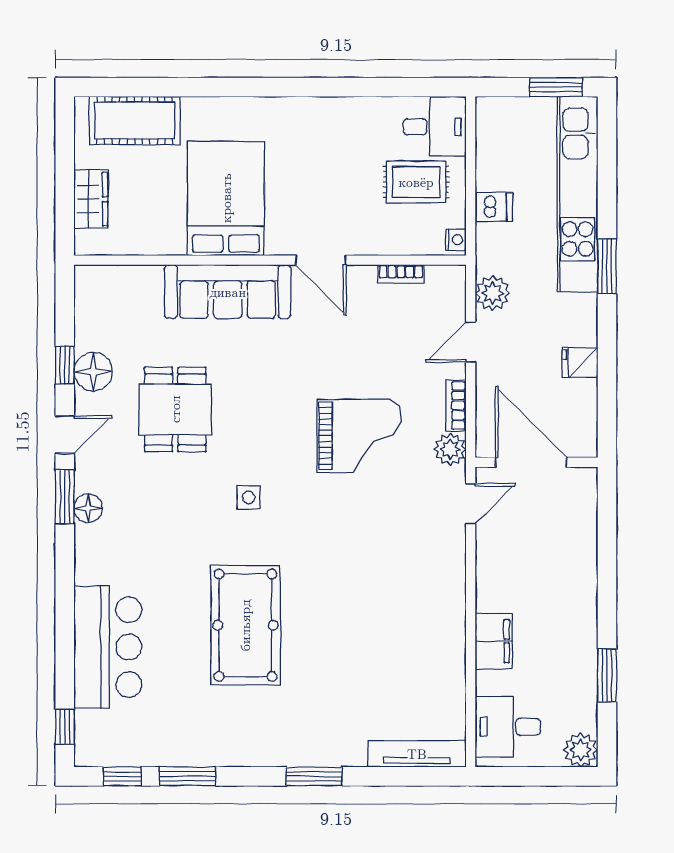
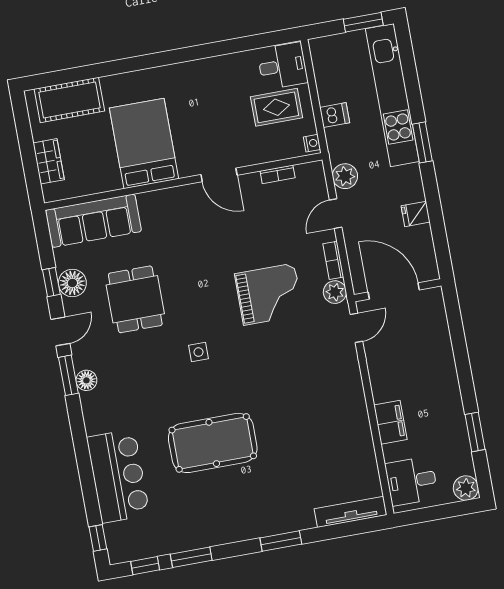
sofa: (228, 292) -> (93, 221), moved
pool table: (245, 625) -> (213, 443), turned 90

